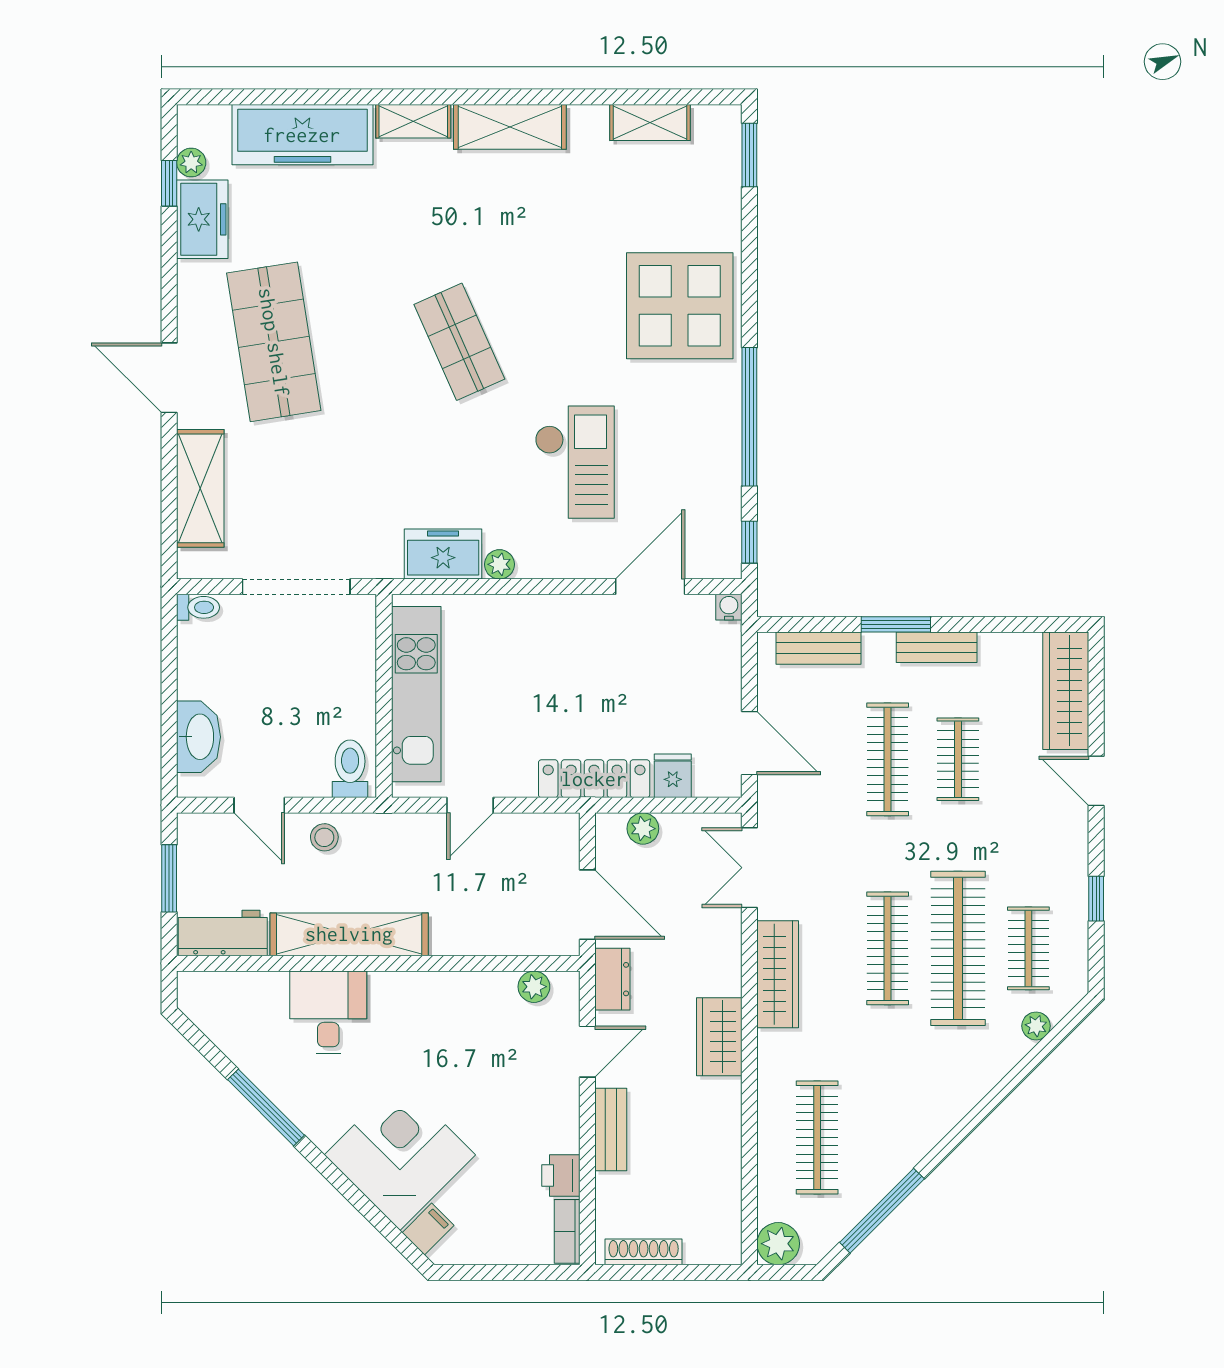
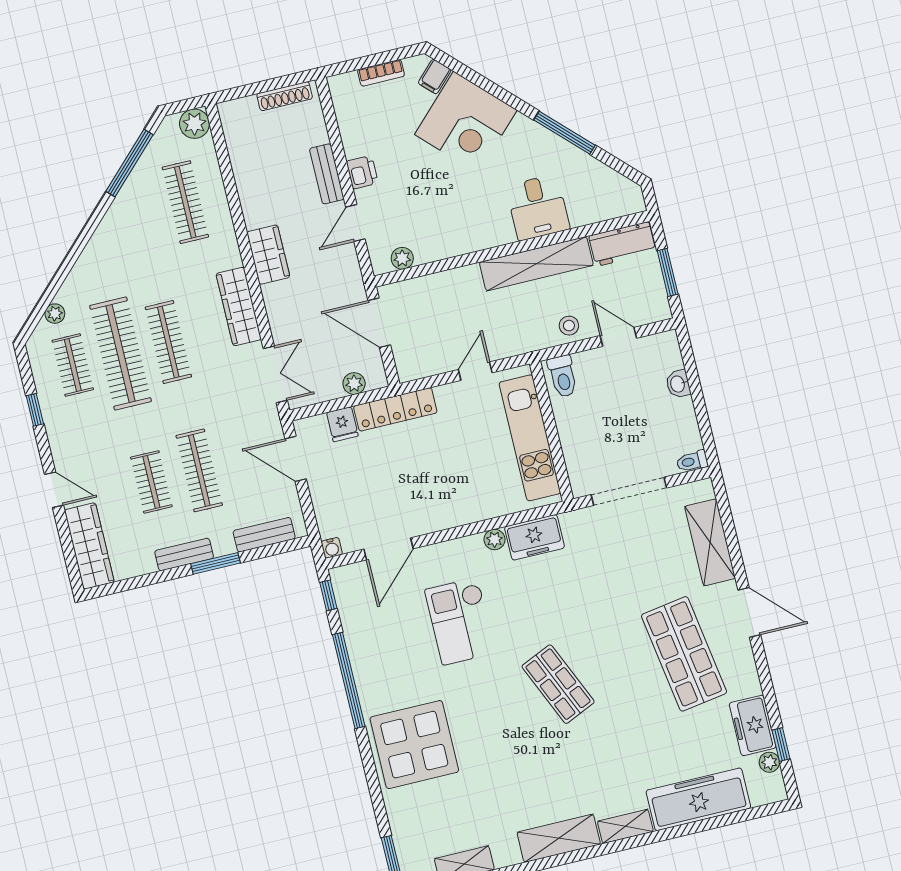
washbasin: (199, 737) -> (678, 384), width x0.52, depth x0.69
dresser: (612, 979) -> (350, 276), removed
printer: (561, 1176) -> (362, 172), moved
bookcase: (567, 1231) -> (381, 73), moved, turned 90

